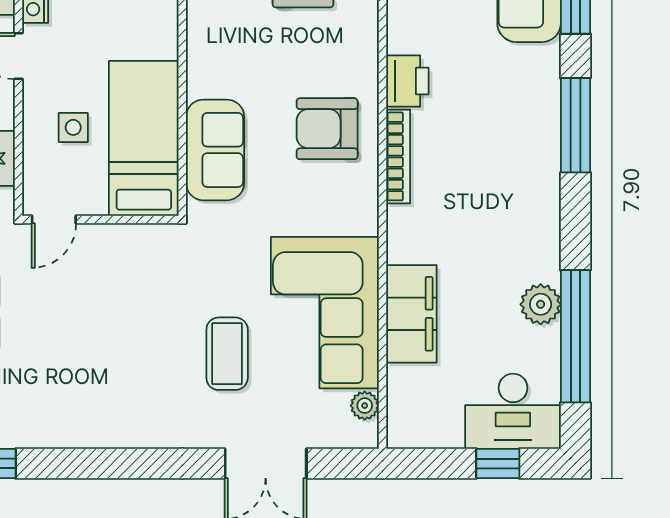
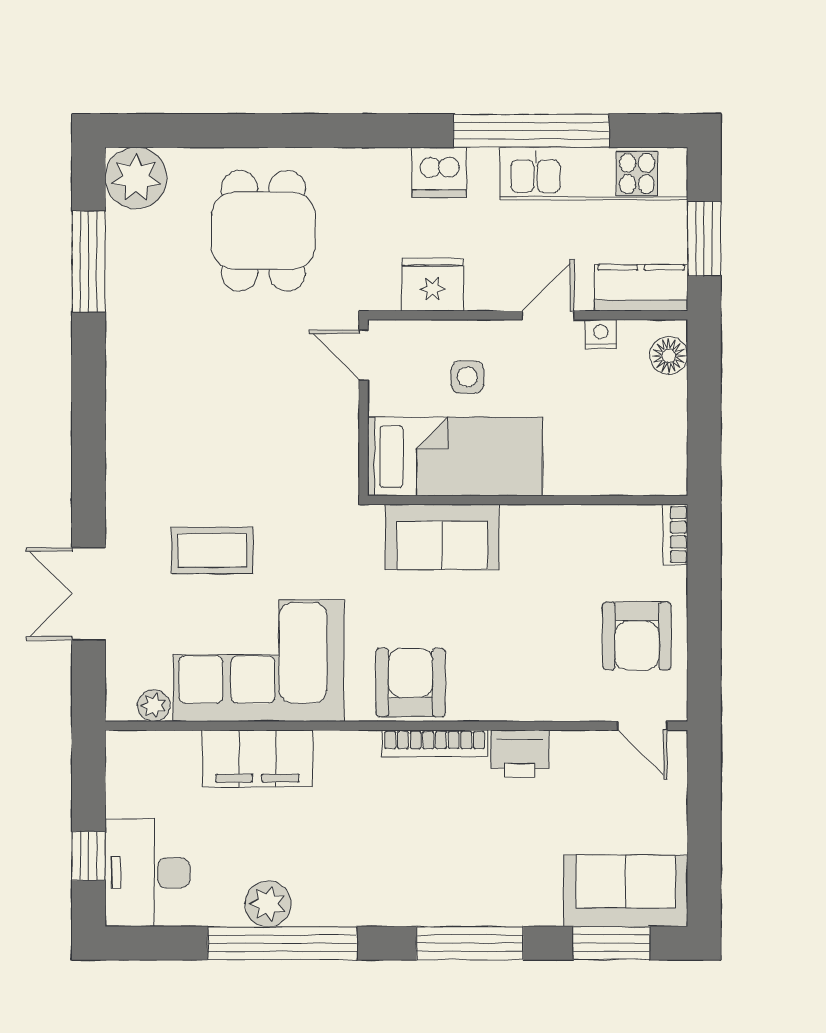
armchair: (327, 129) -> (411, 682), moved
window: (575, 336) -> (282, 943), moved

